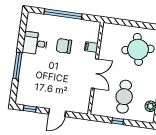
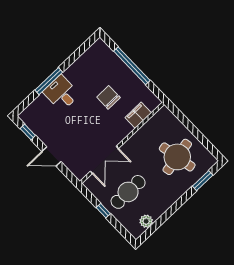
desk: (35, 43) -> (61, 93), moved
filing cabinet: (91, 47) -> (138, 115), width x2.00
double door: (95, 73) -> (104, 160), moved

